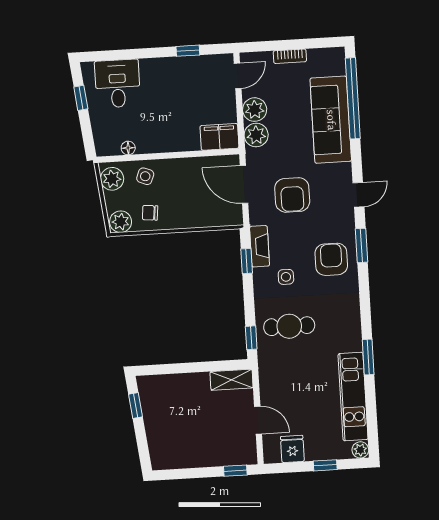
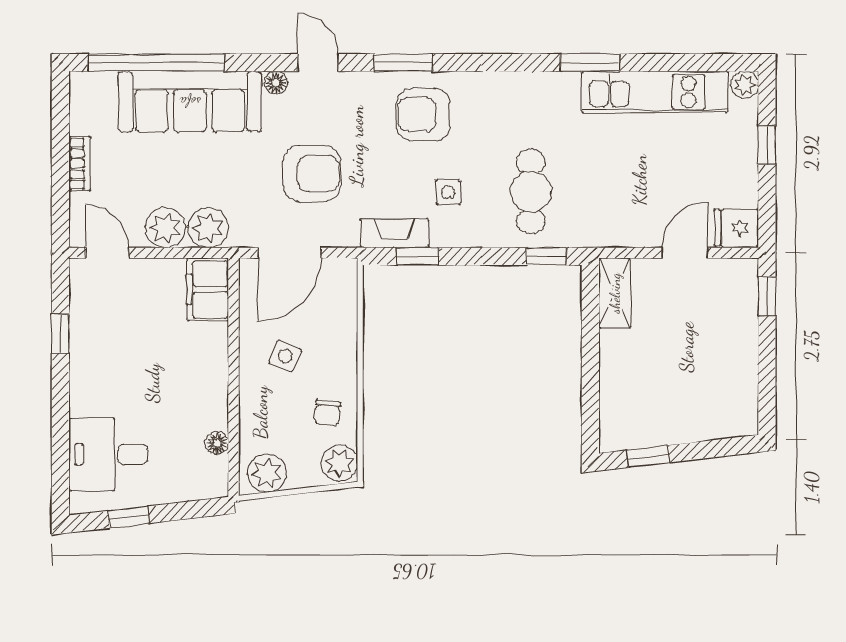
floor lamp: (345, 170) -> (276, 83), added
side table: (145, 176) -> (285, 356), moved
fridge: (292, 449) -> (736, 228), moved

